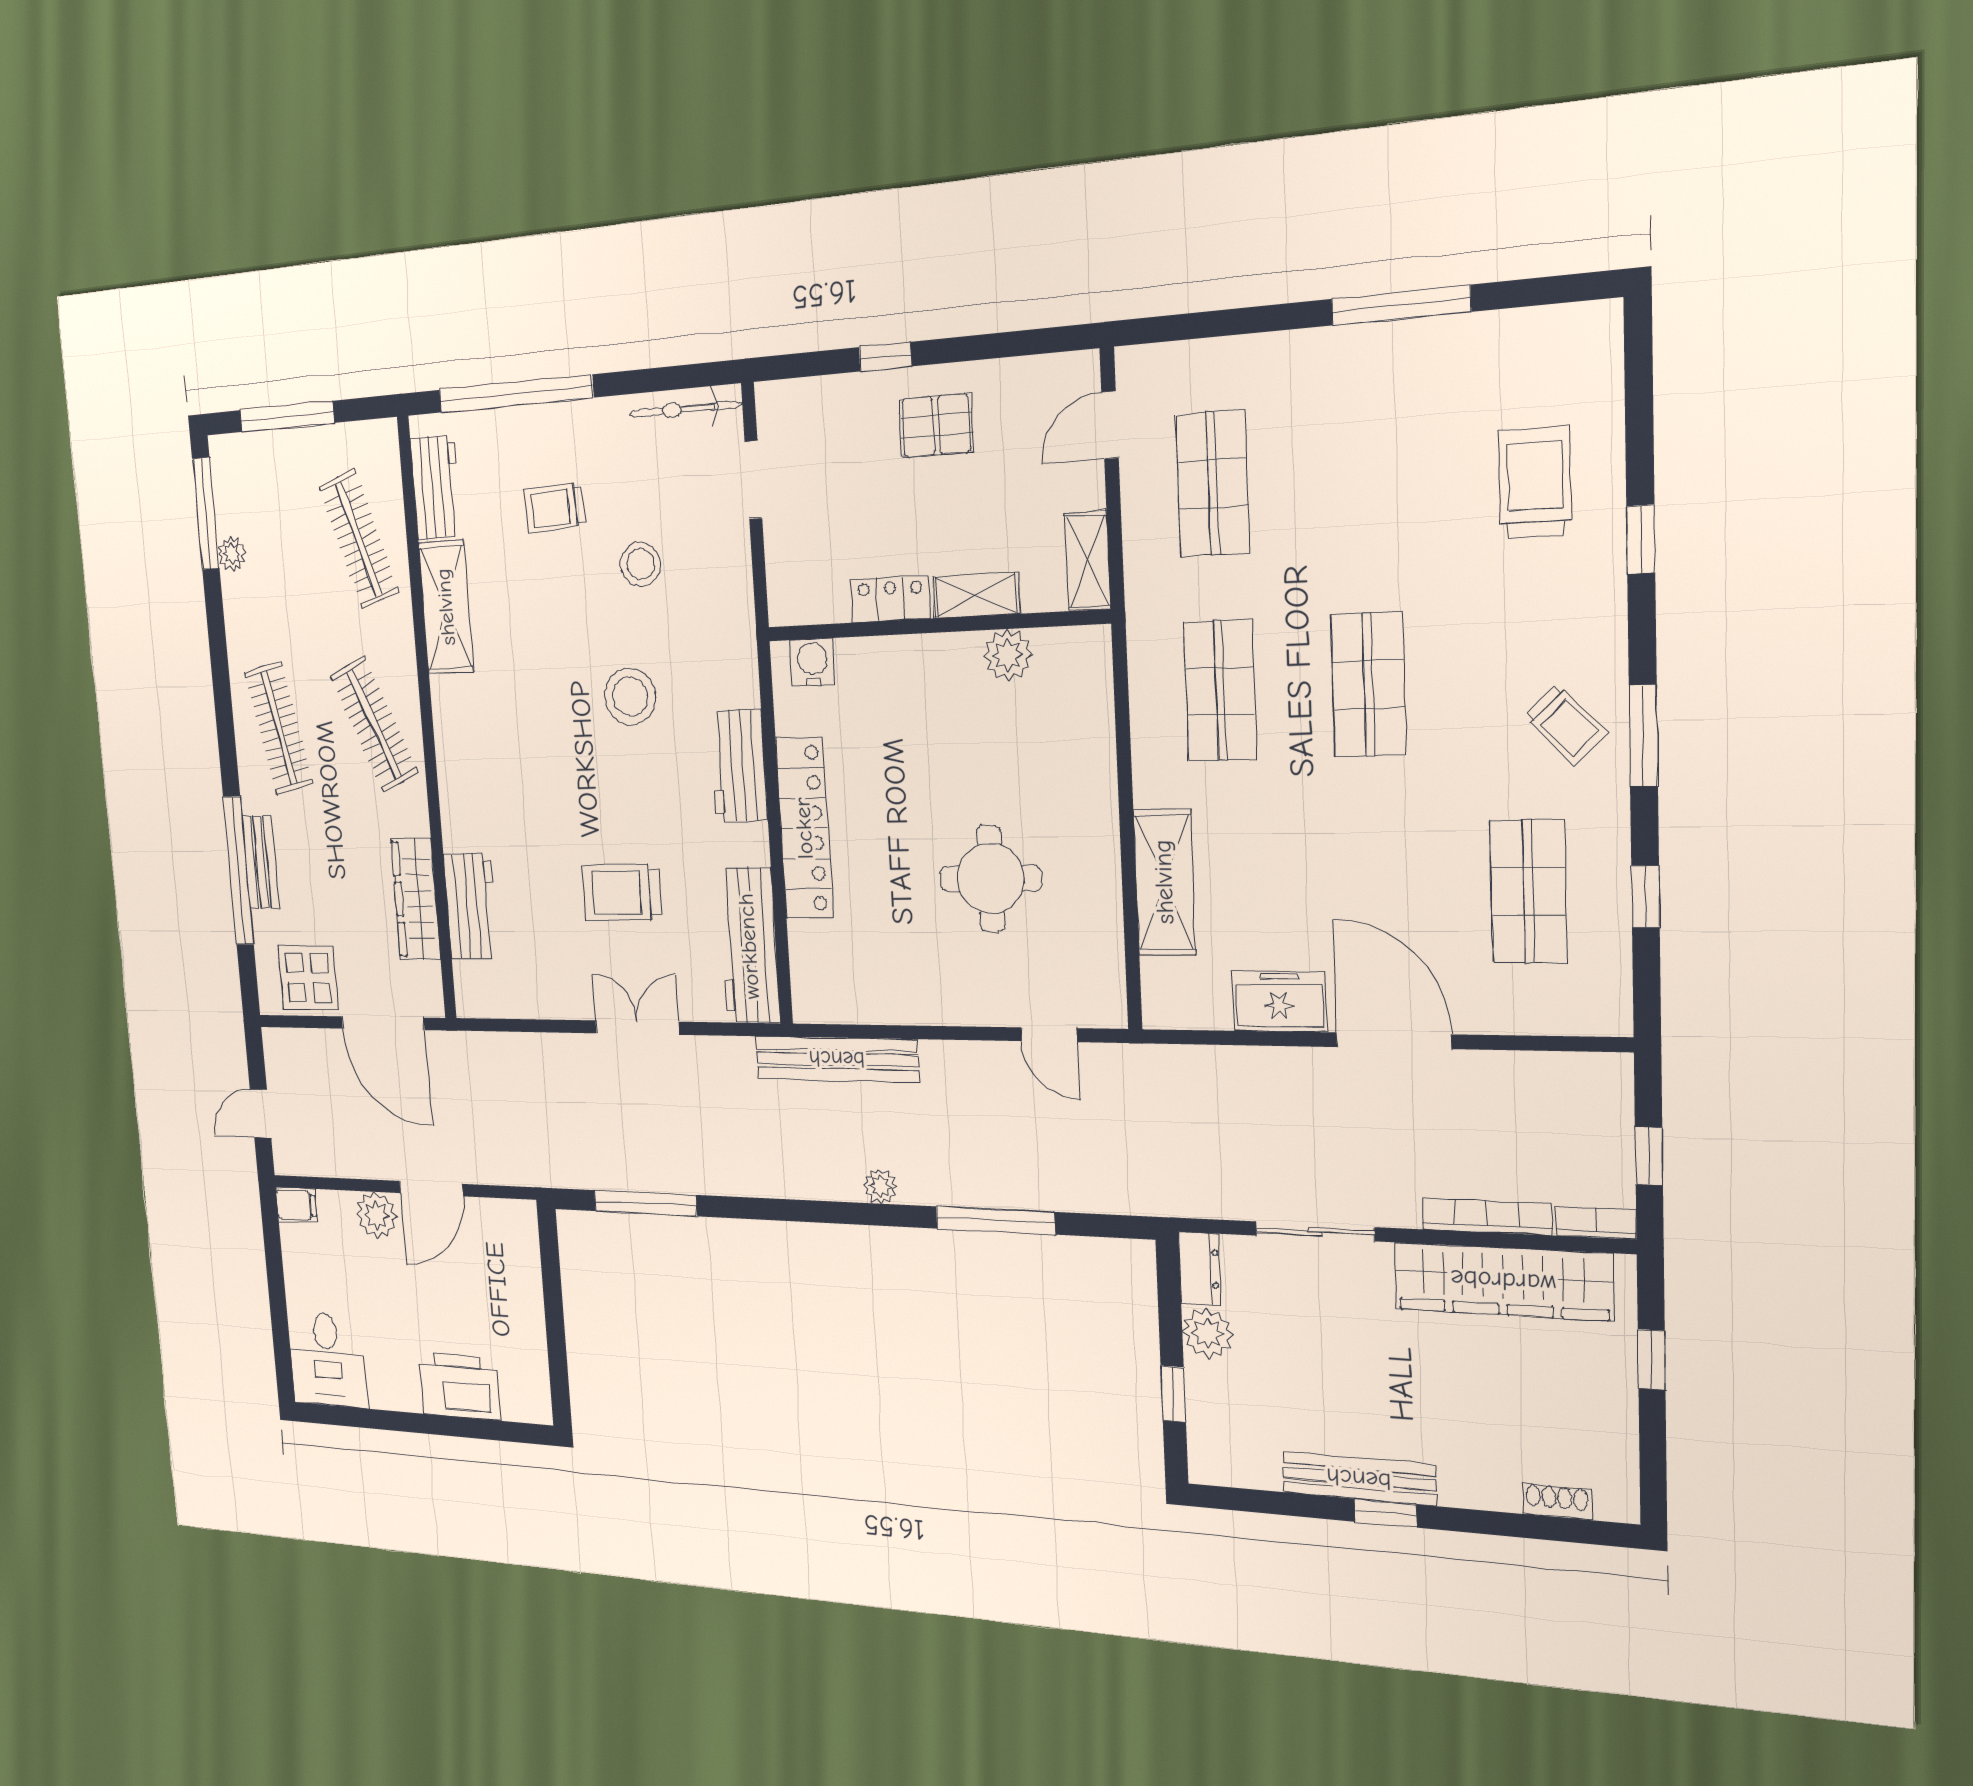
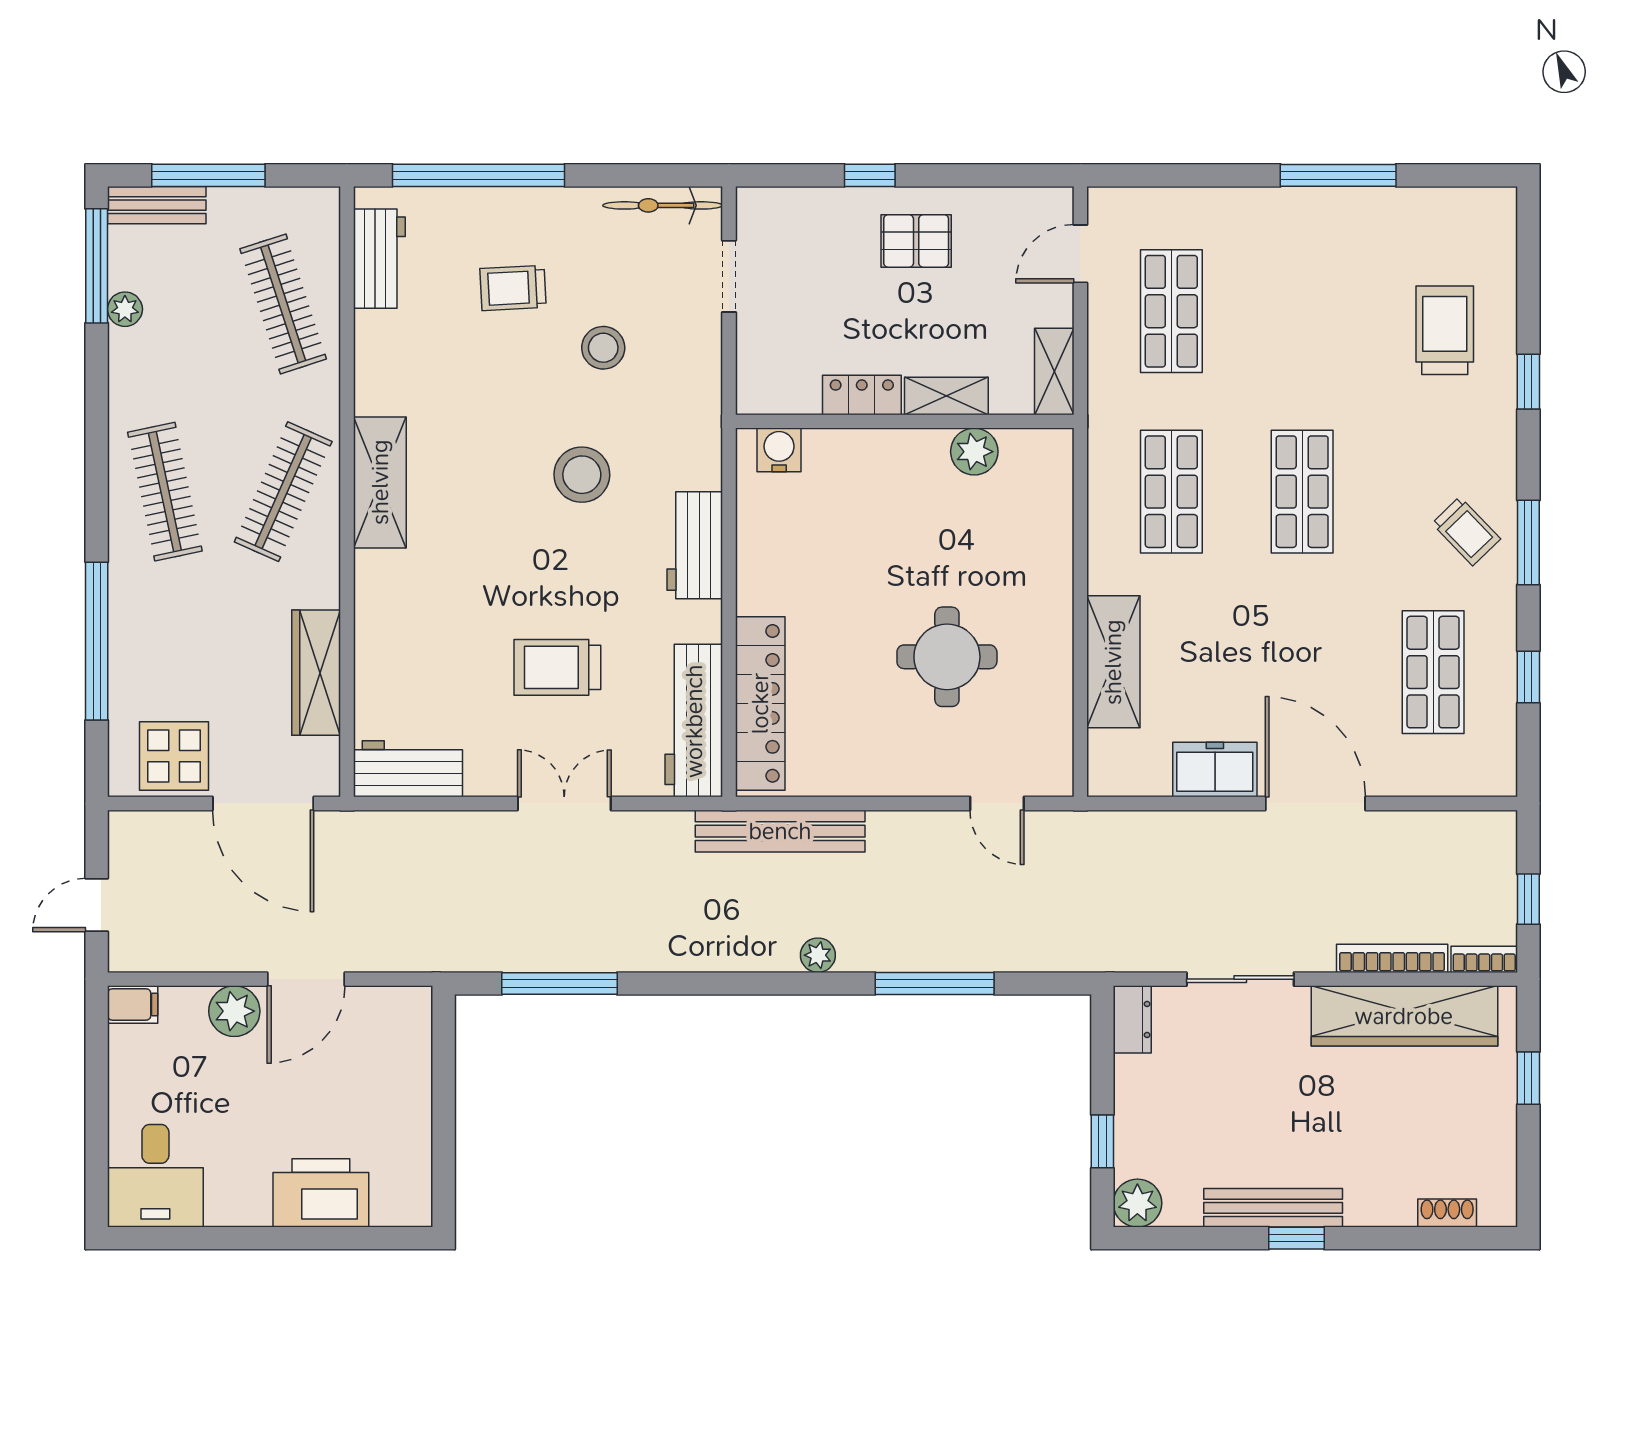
shelving: (446, 607) -> (380, 482), moved
clothes rail: (374, 724) -> (283, 492), turned 48
locker: (804, 828) -> (760, 703), moved
bench: (261, 862) -> (157, 205), moved, turned 90
workbench: (471, 906) -> (408, 769), moved, turned -90
plant: (1208, 1333) -> (1137, 1203), moved

